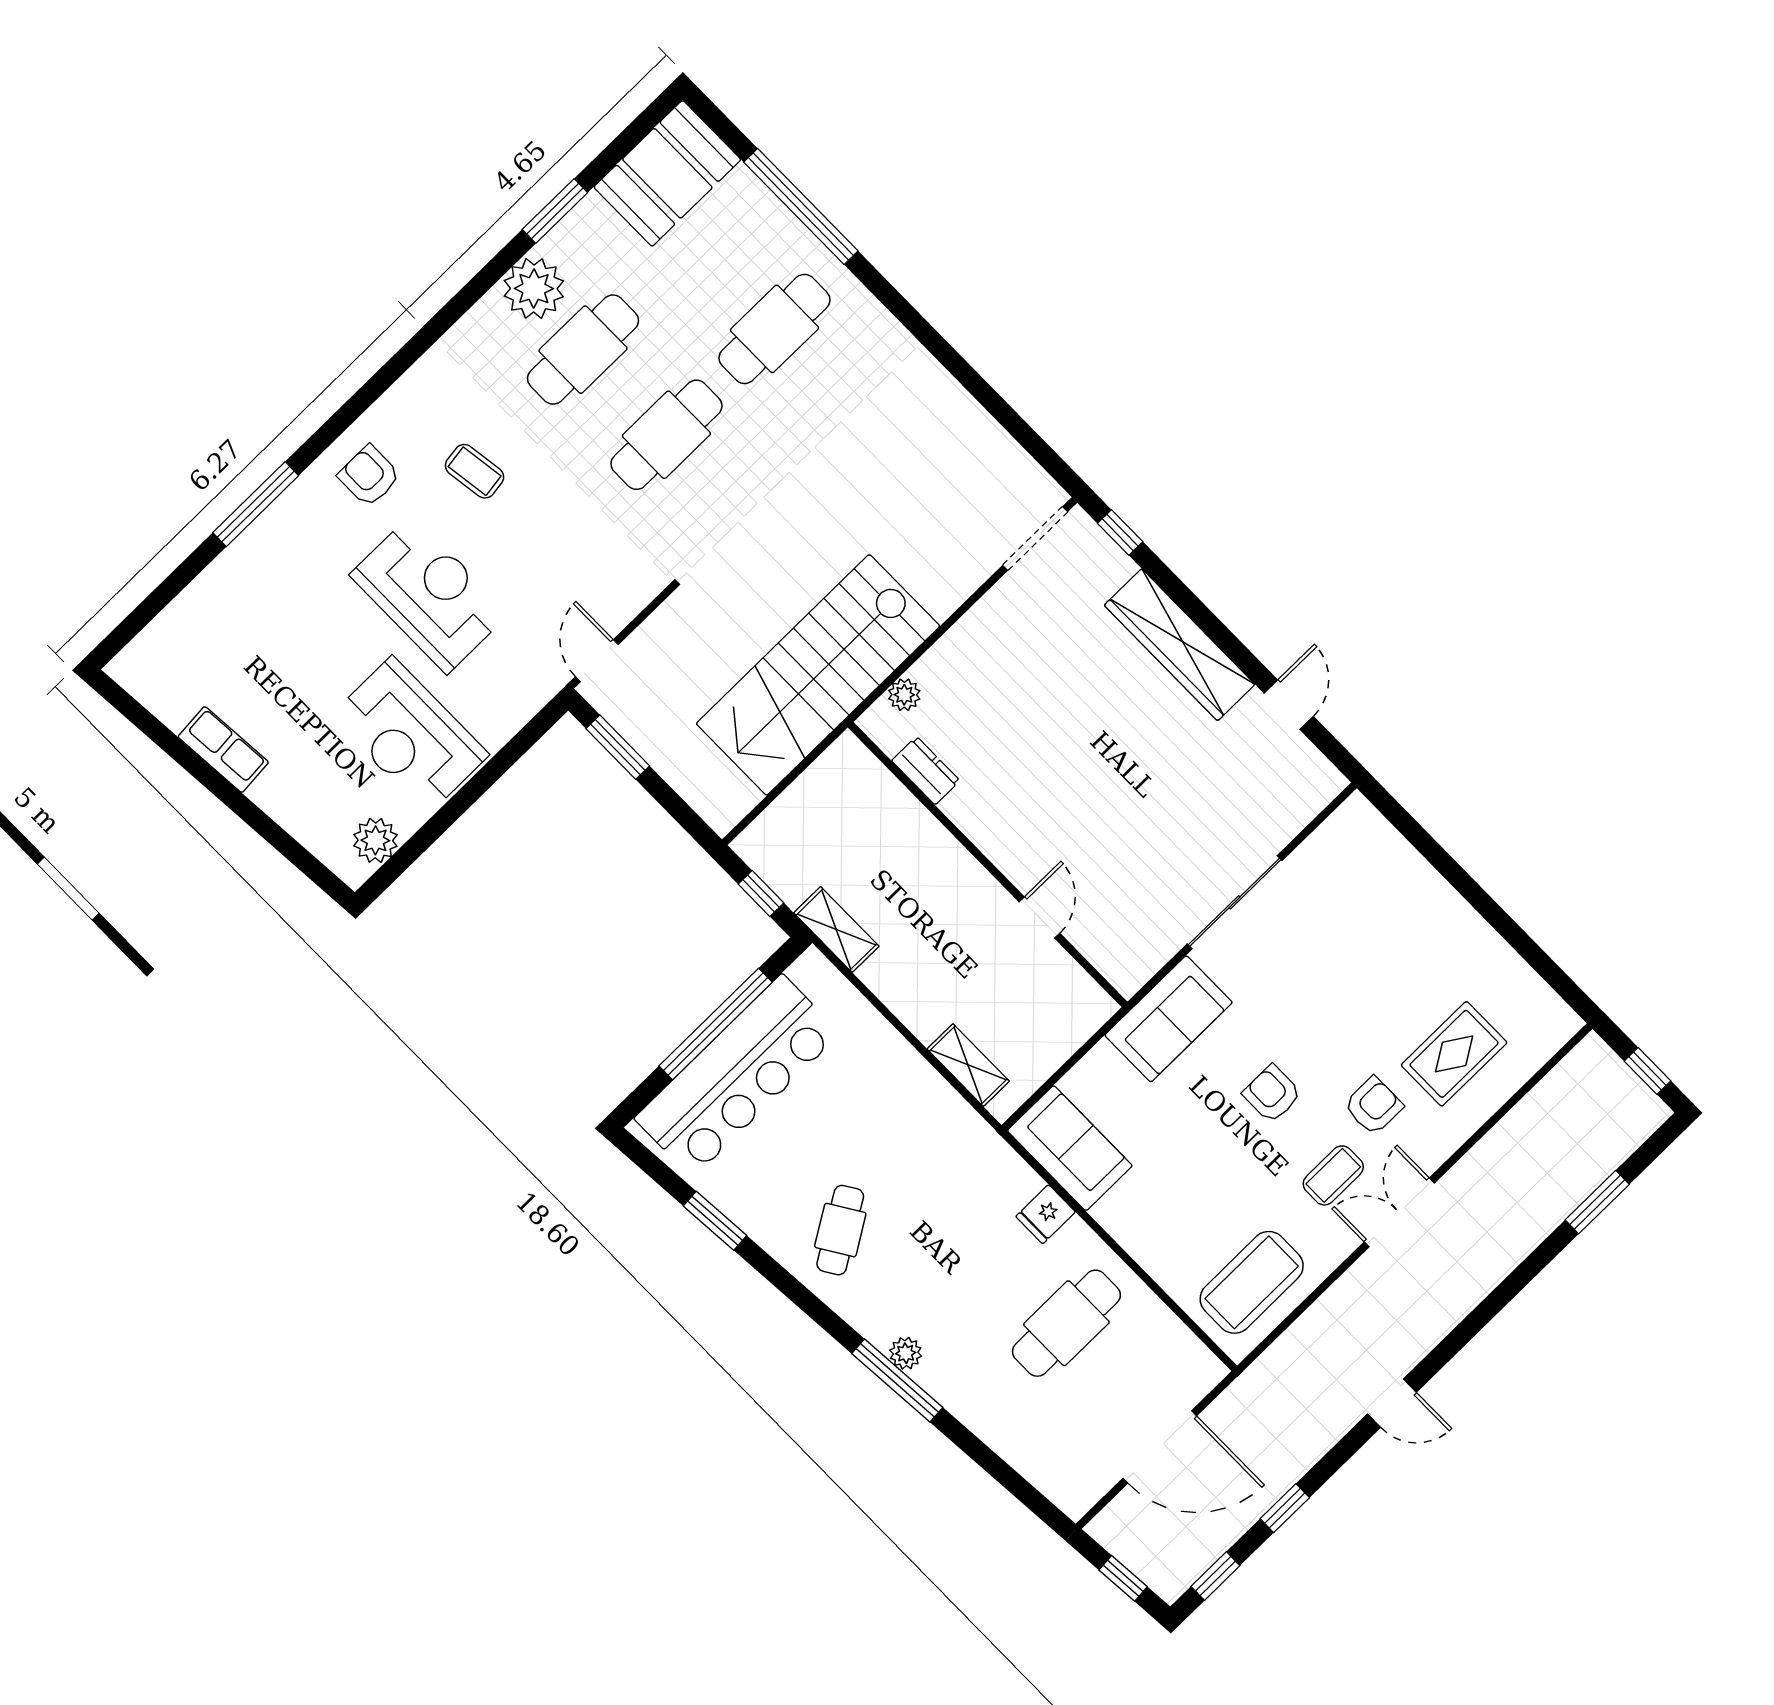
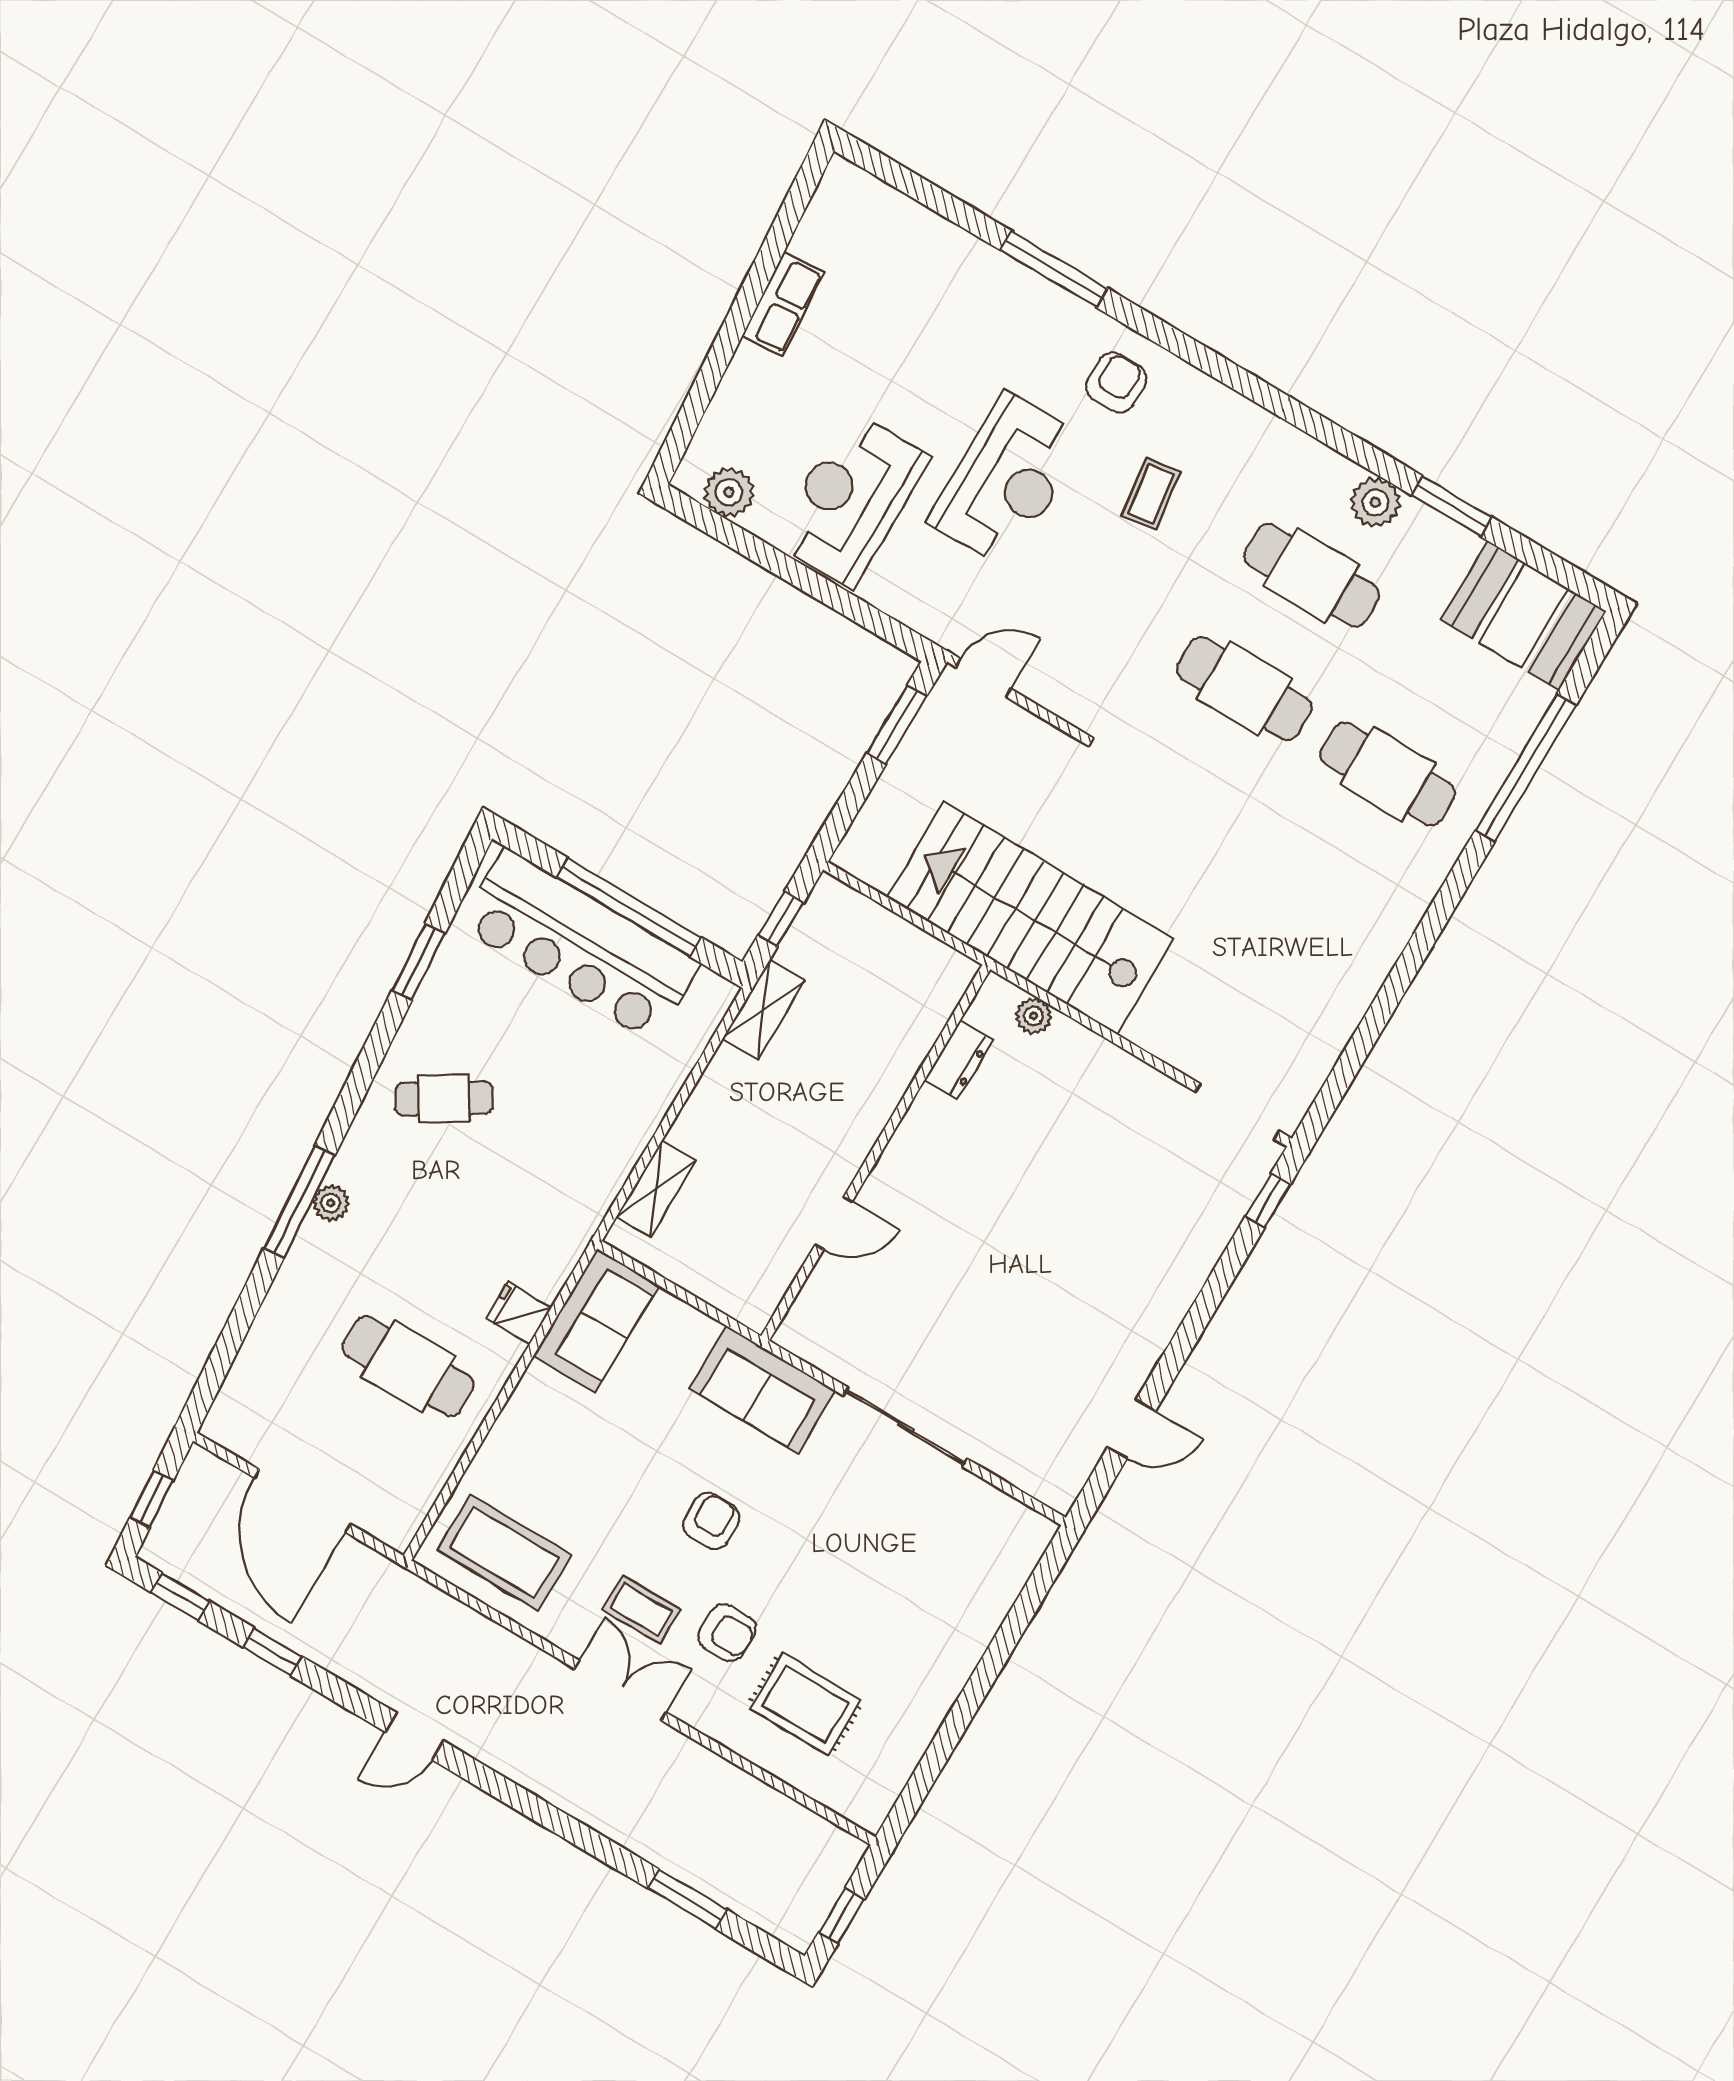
plant: (534, 289) -> (1375, 502), width x0.73, depth x0.73
wardrobe: (1180, 645) -> (1165, 1296), removed
door: (1392, 1403) -> (415, 1736), hinge flipped

